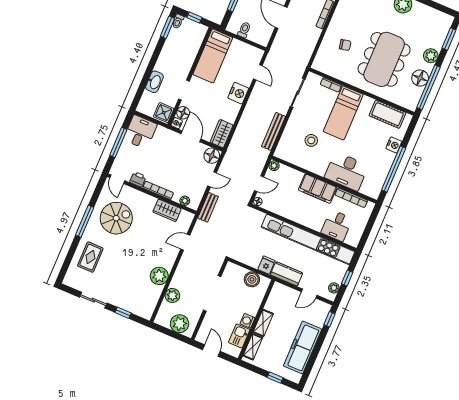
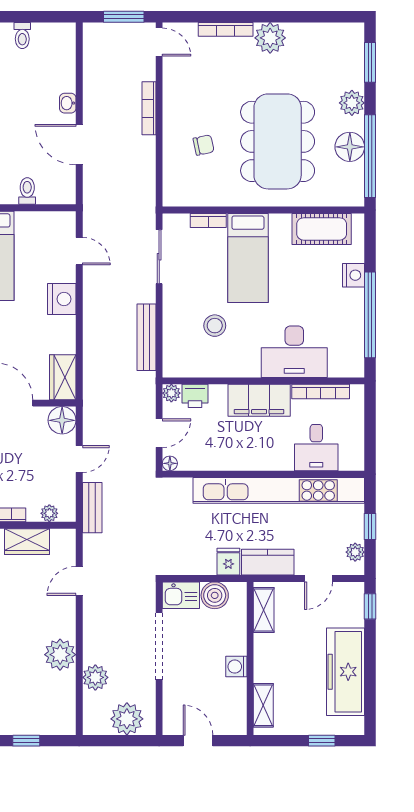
printer: (286, 172) -> (195, 396), added
shelving: (263, 323) -> (264, 610), moved
kitchen sink: (239, 336) -> (181, 595), moved, turned -90

